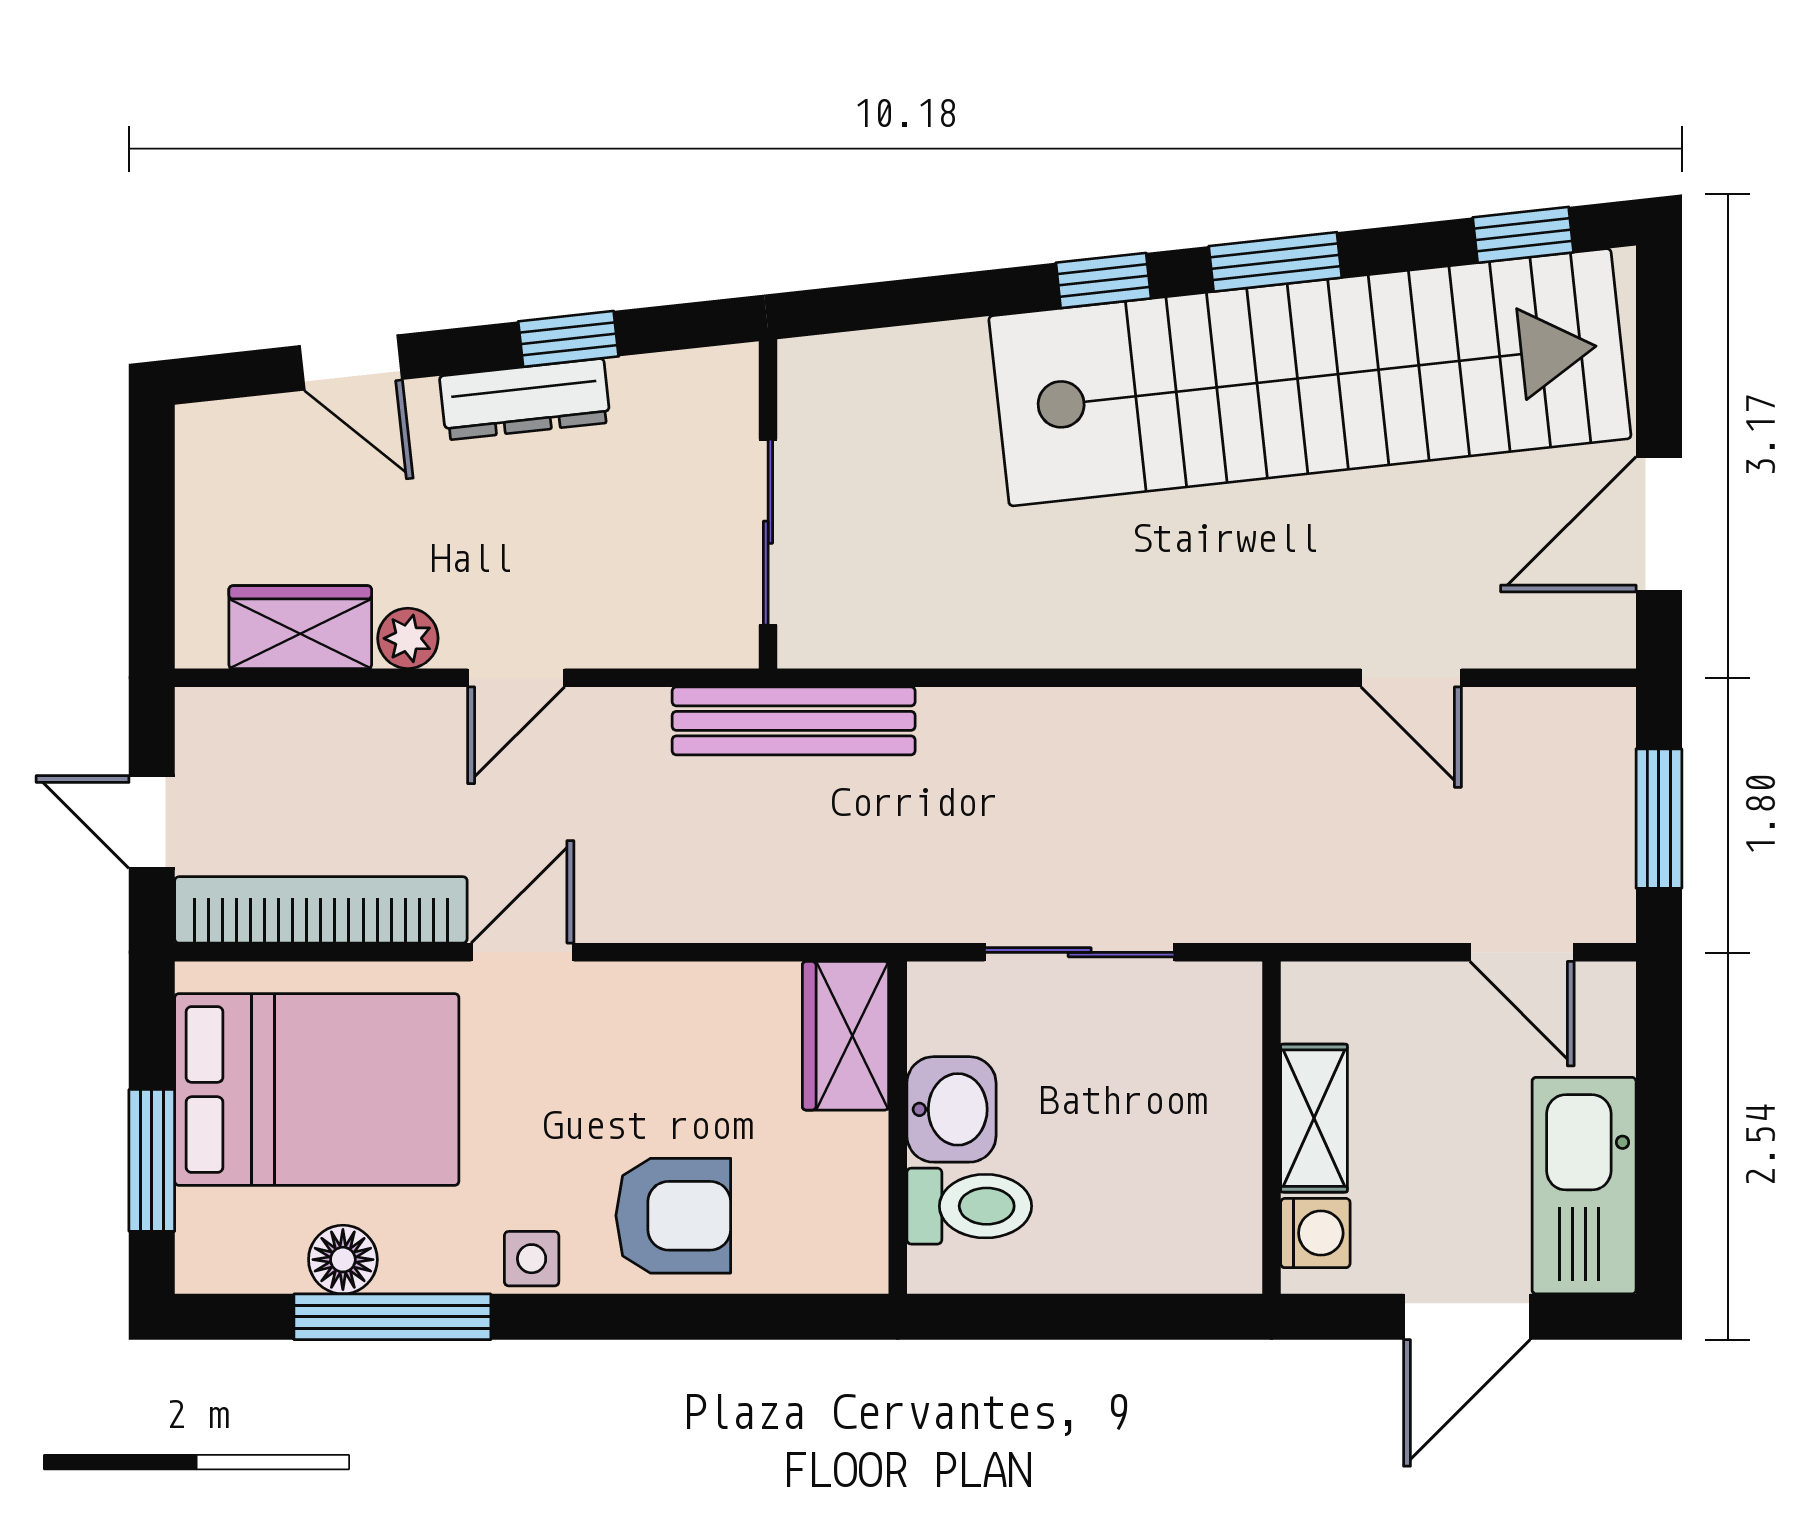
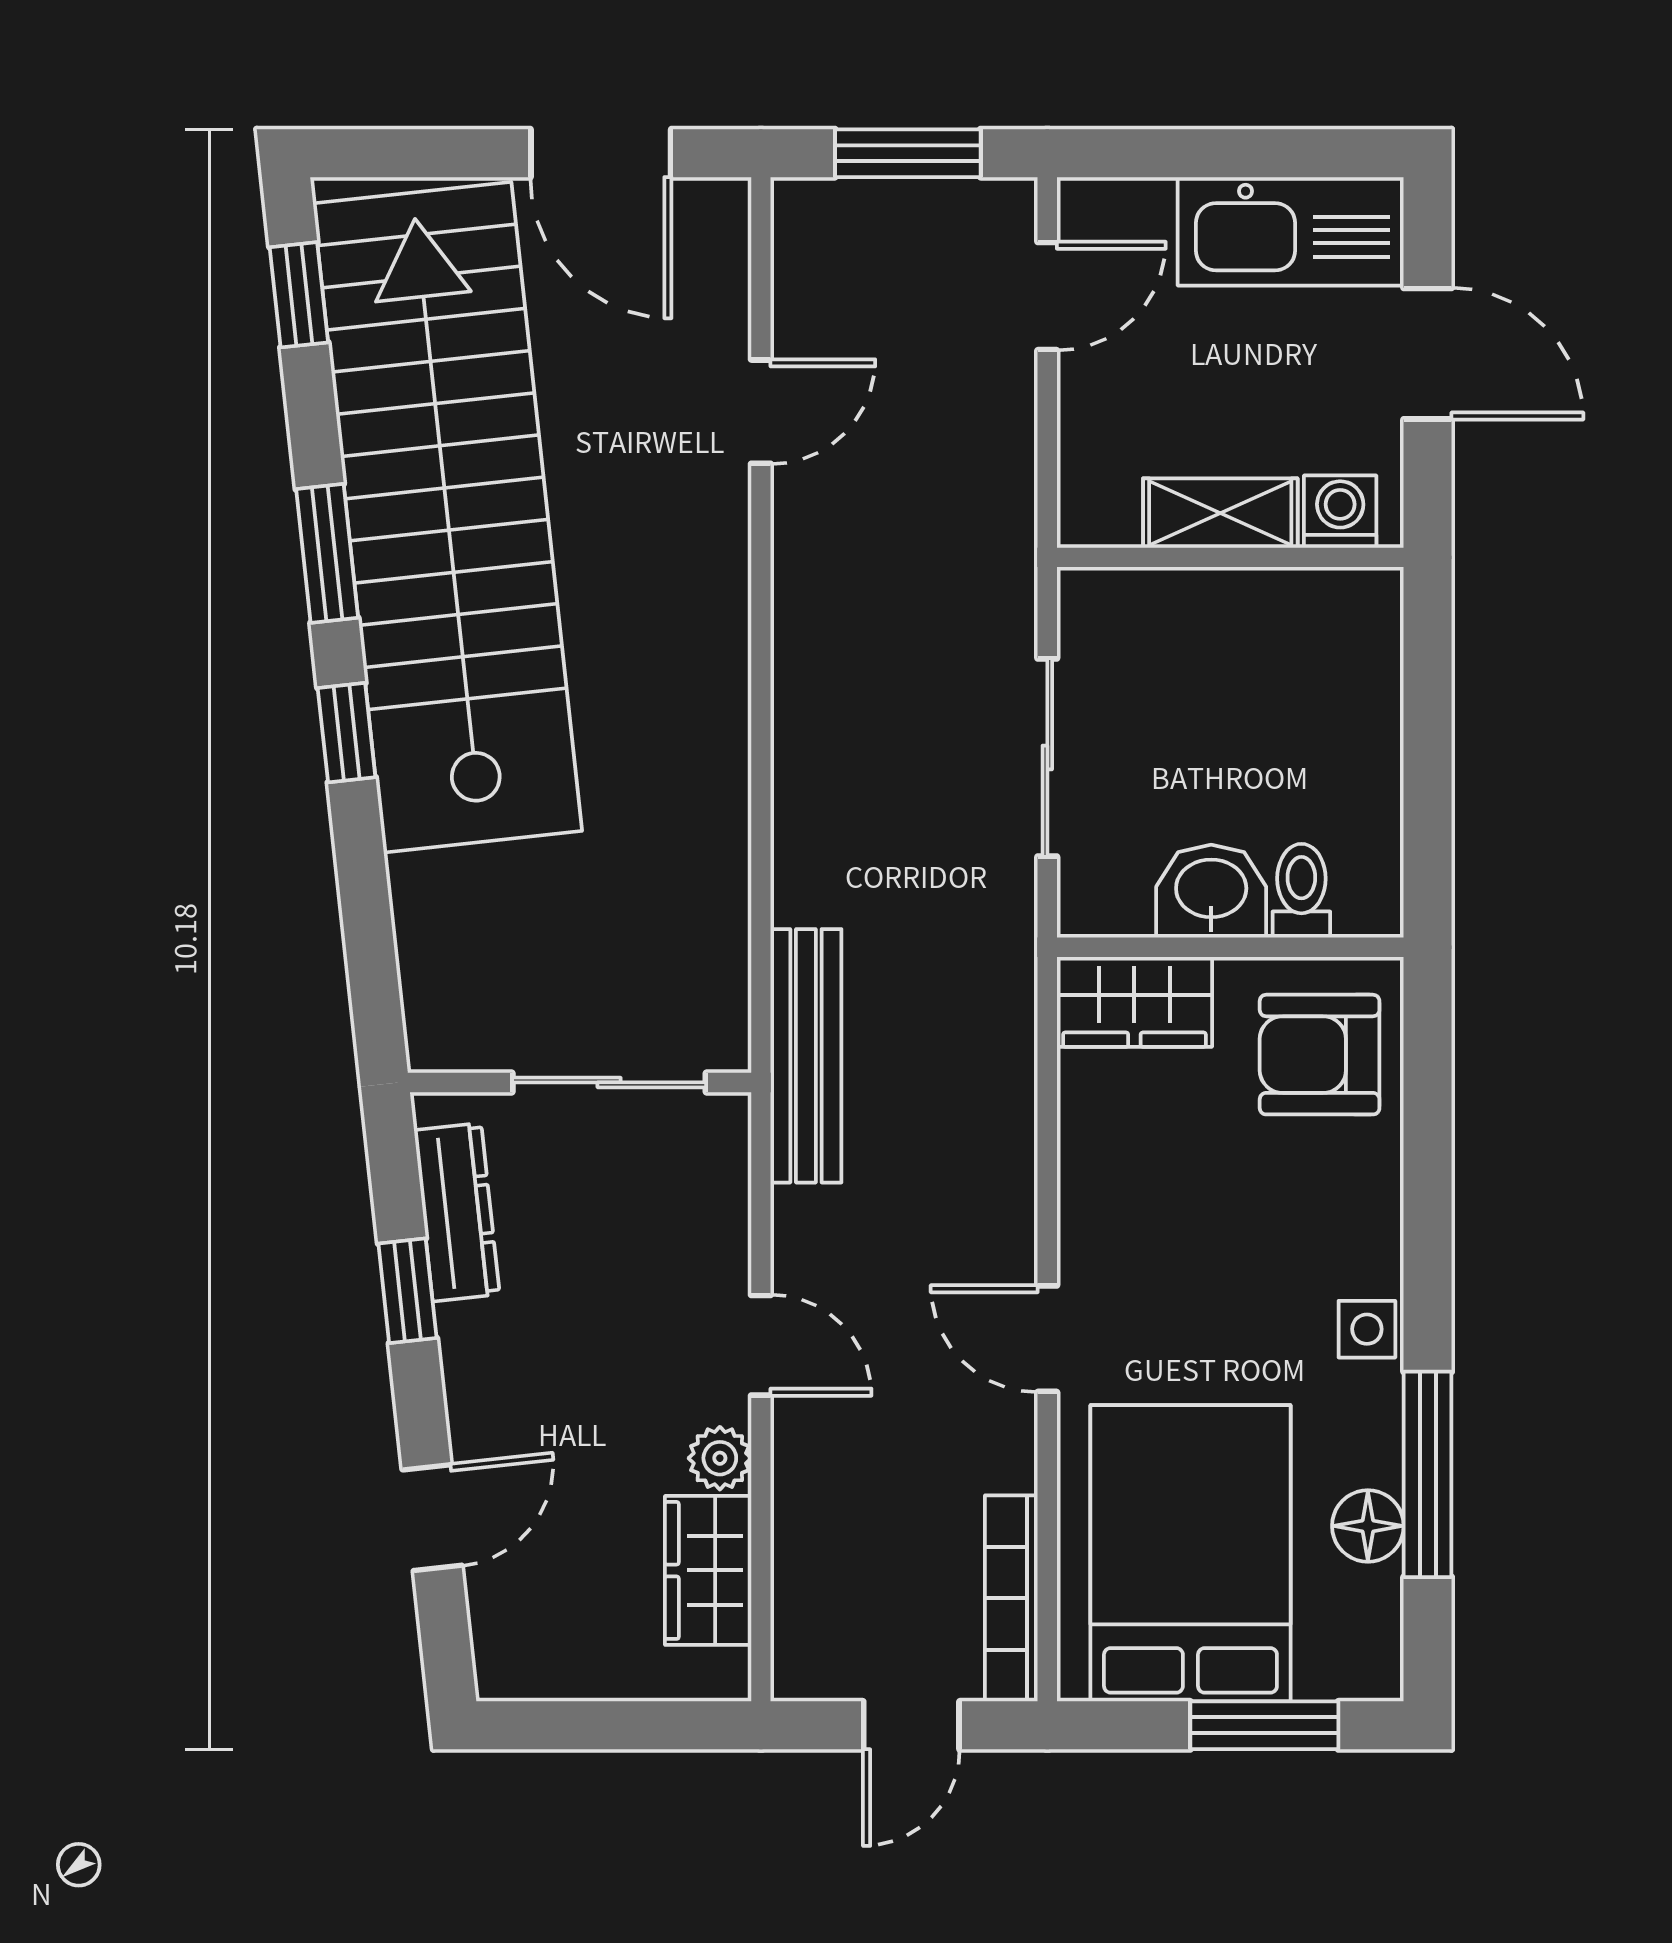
dresser: (525, 399) -> (457, 1212), moved
bookcase: (321, 910) -> (1011, 1598), width x0.68, depth x0.76
toilet: (969, 1206) -> (1301, 891), width x0.73, depth x0.72
armchair: (673, 1216) -> (1320, 1055), moved, turned -90

